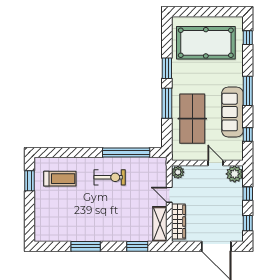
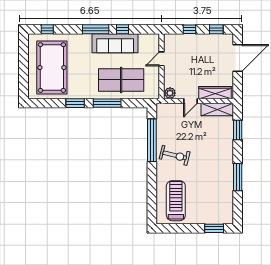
window: (248, 134) -> (122, 29), moved
plant: (235, 174) -> (172, 41), removed
exercise bike: (110, 177) -> (175, 155), turned 104
treadmill: (60, 179) -> (176, 201), width x1.37, depth x1.37
window: (30, 181) -> (214, 228), moved

